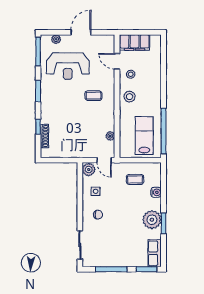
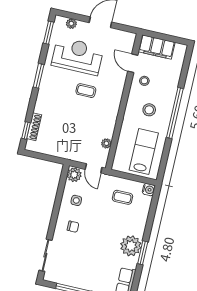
window: (38, 52) -> (49, 33), width x0.69
reception desk: (68, 66) -> (77, 56), turned 180
coffee table: (93, 96) -> (86, 91), moved
stool: (130, 97) -> (149, 110), moved
window: (38, 127) -> (26, 130), moved
window: (164, 131) -> (175, 113), moved
water cooler: (156, 192) -> (149, 190), moved

